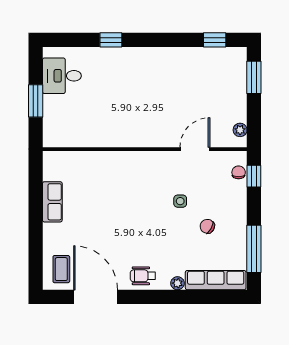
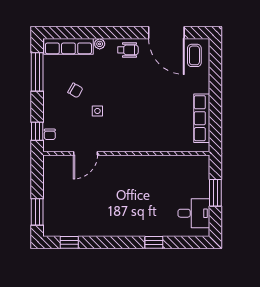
plant: (240, 130) -> (49, 169), removed
row of seats: (52, 202) -> (202, 118), width x1.48

